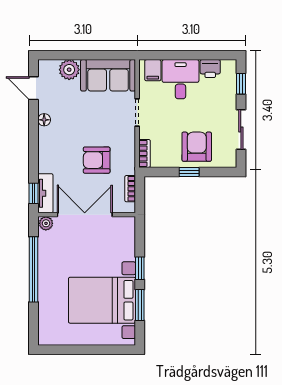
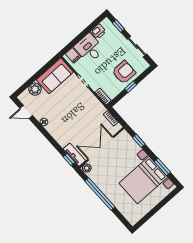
armchair: (197, 147) -> (124, 72), turned 90
armchair: (97, 160) -> (84, 119), removed
window: (140, 268) -> (139, 141), moved

